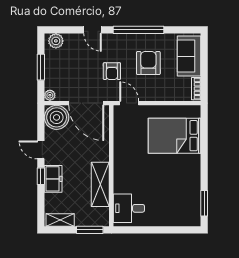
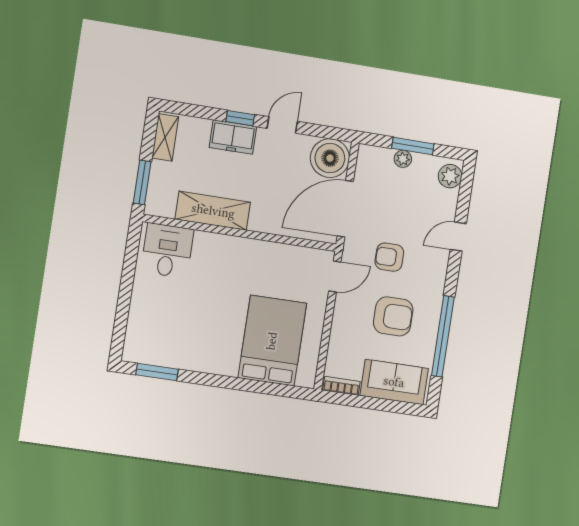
window: (139, 30) -> (443, 336), moved
plant: (50, 95) -> (403, 159), moved

